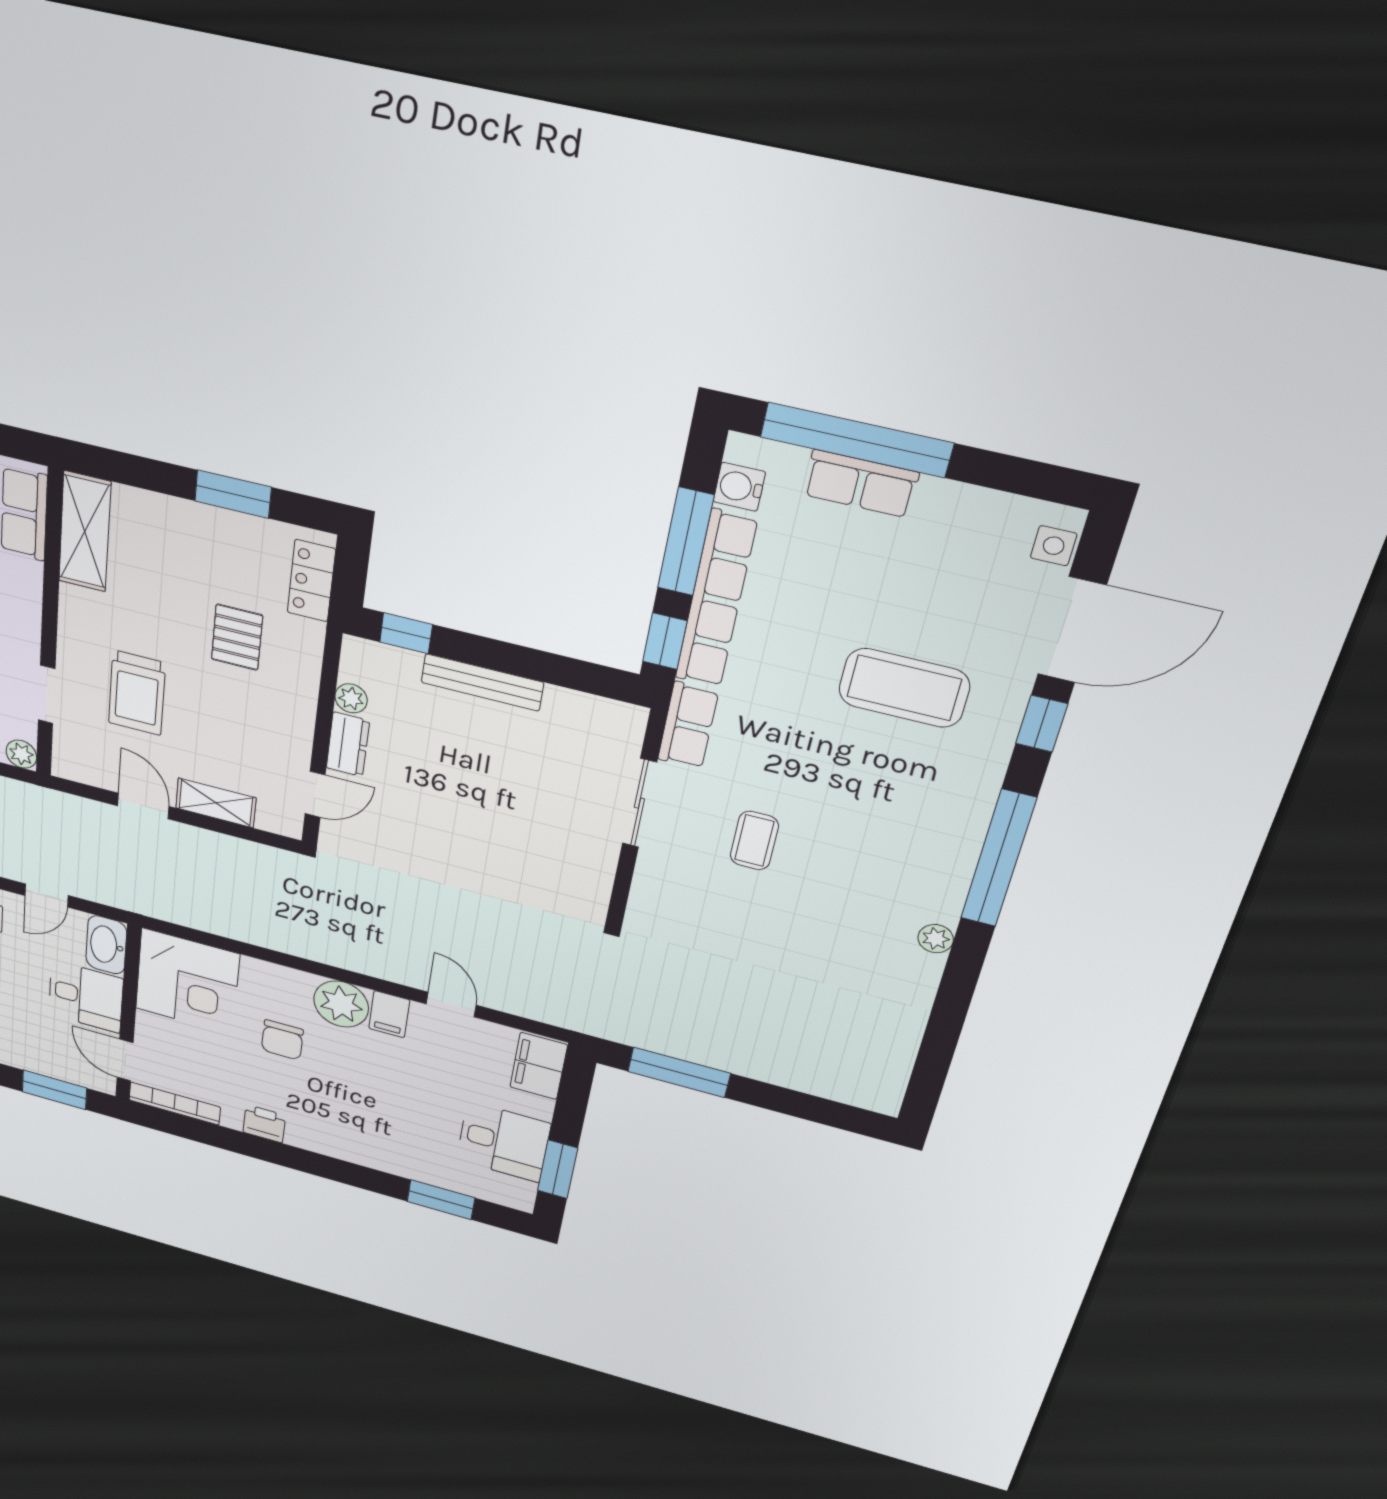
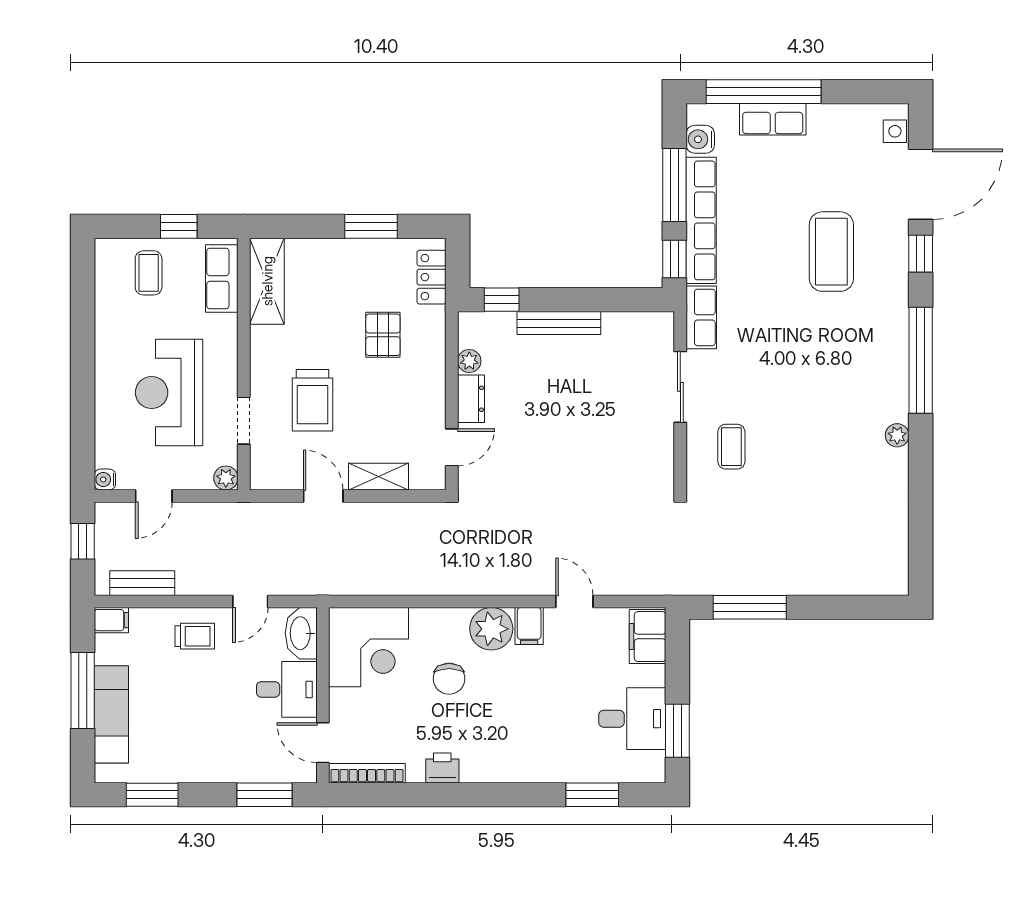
coffee table: (904, 688) -> (831, 252), turned 90
coffee table: (754, 841) -> (731, 447), moved

